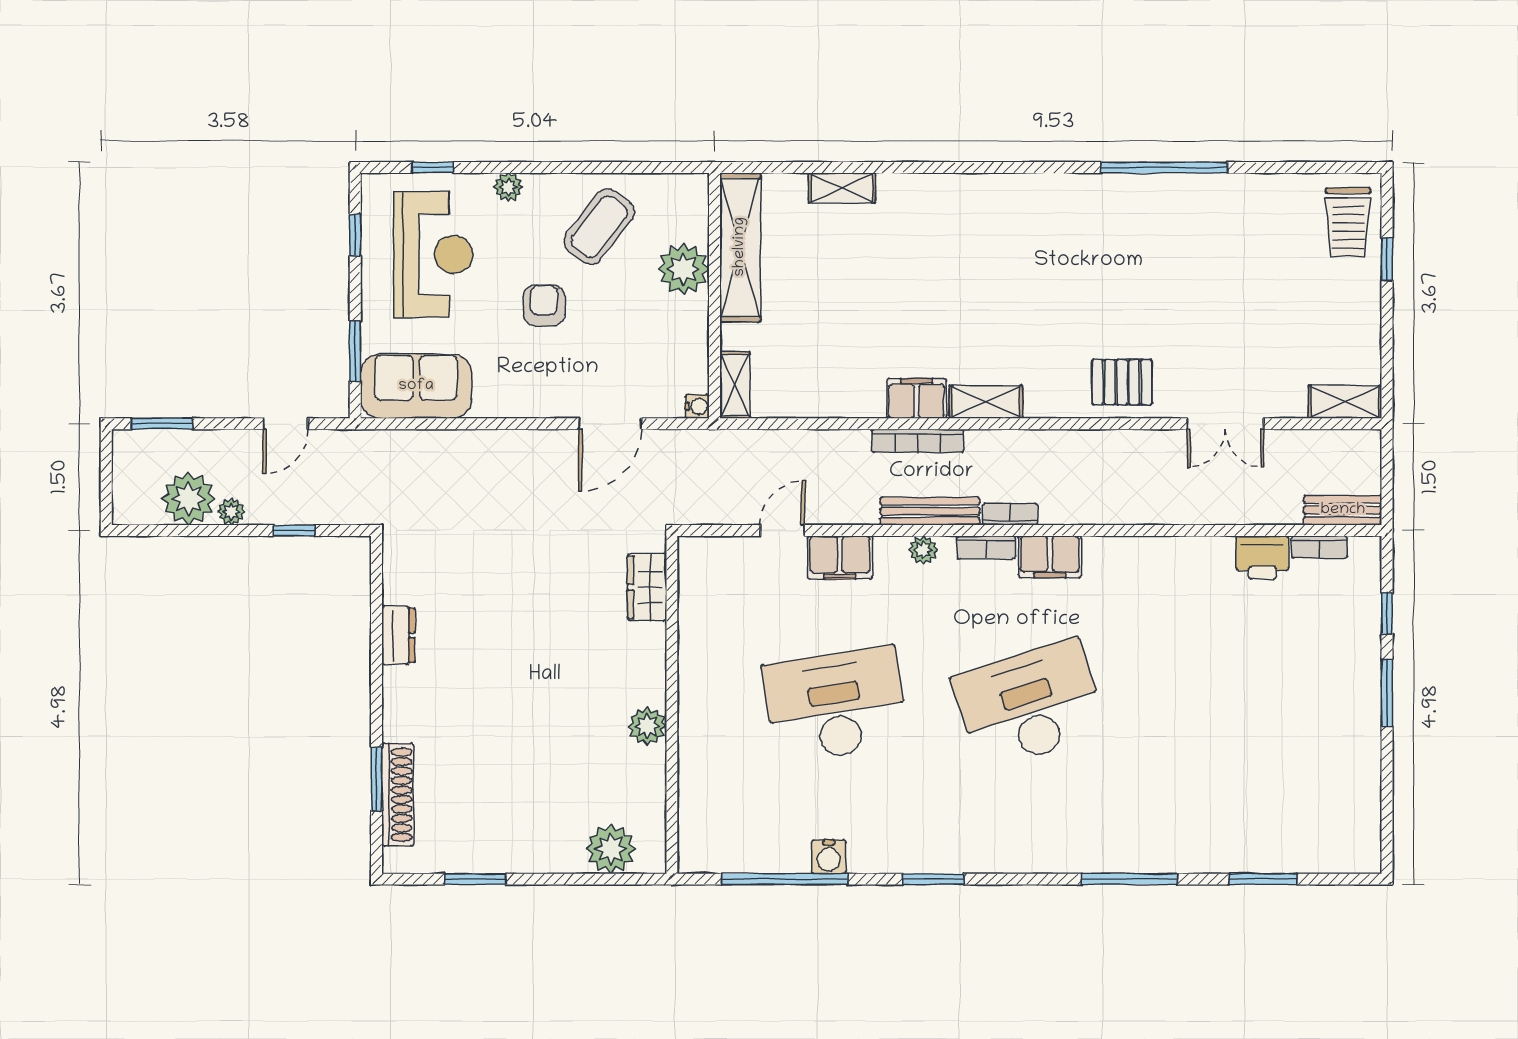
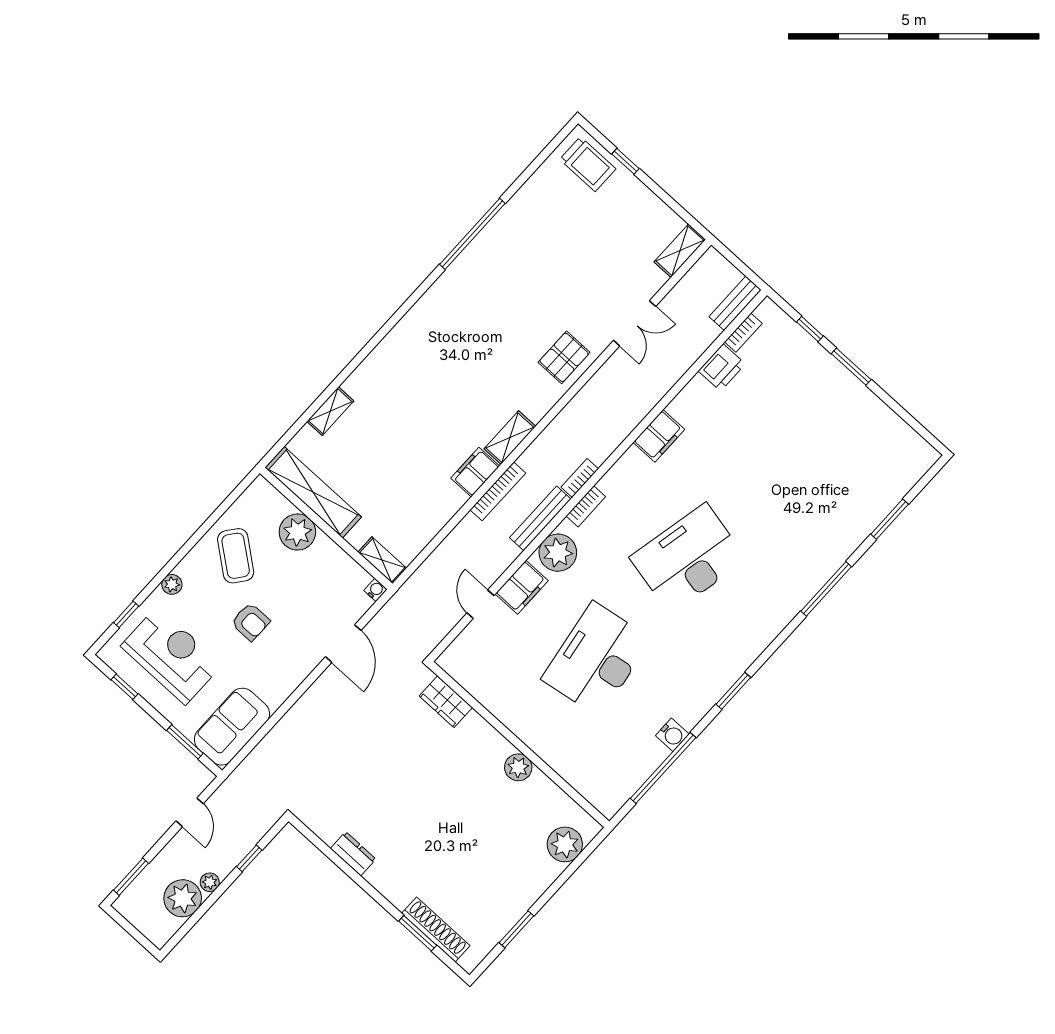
armchair: (544, 305) -> (250, 622), turned 180
plant: (923, 550) -> (558, 553), width x1.88, depth x1.88
filing cabinet: (1050, 557) -> (659, 436), moved
desk: (1029, 705) -> (688, 558), turned 30

